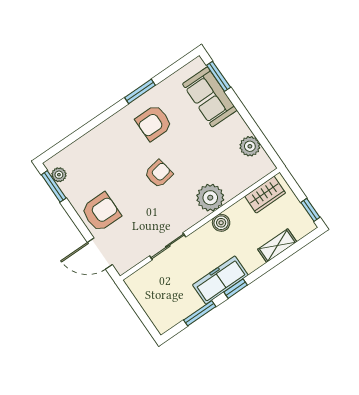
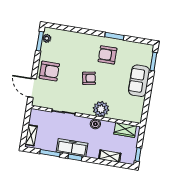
sofa: (210, 97) -> (139, 81), moved
plant: (250, 146) -> (138, 103), removed
shelving: (155, 314) -> (31, 135), added

